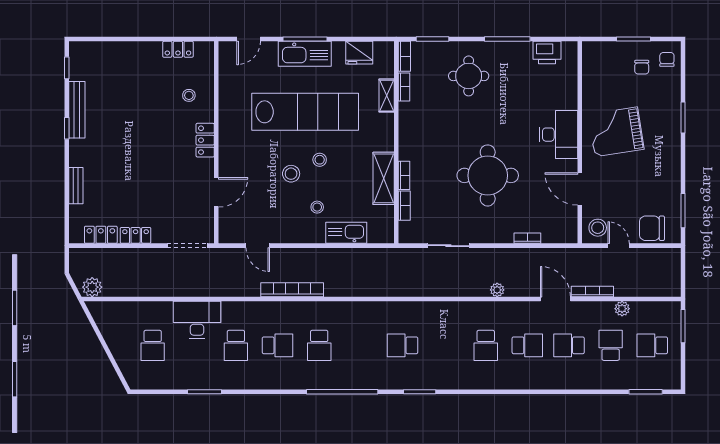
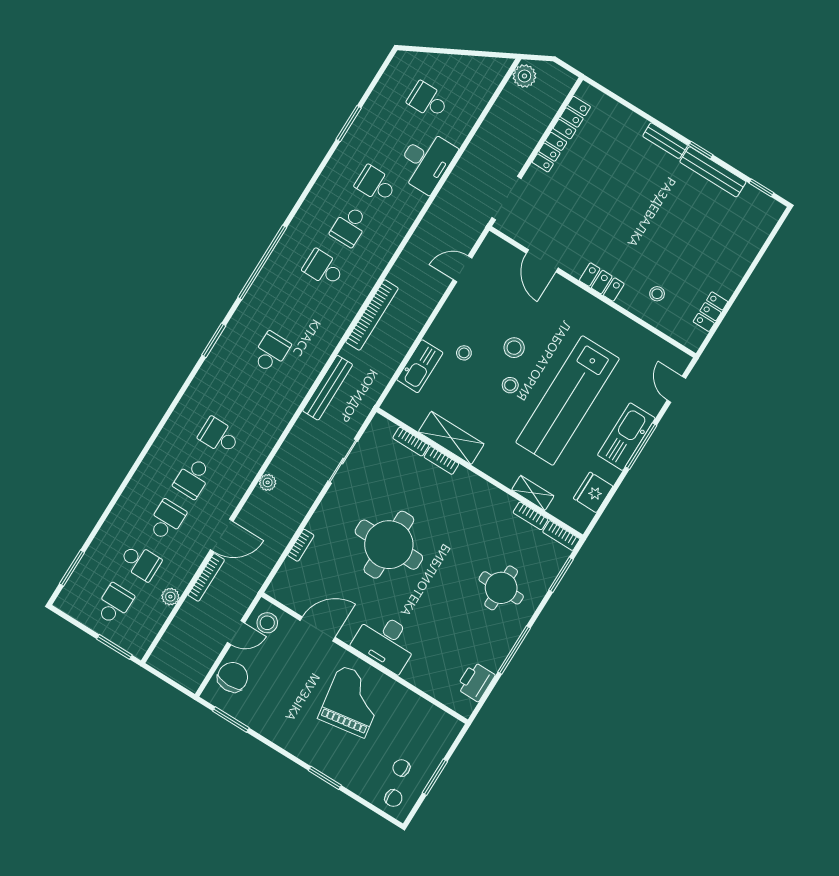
bench: (76, 186) -> (665, 141), moved
bench: (403, 289) -> (328, 388), added
bookcase: (292, 290) -> (372, 315), moved

